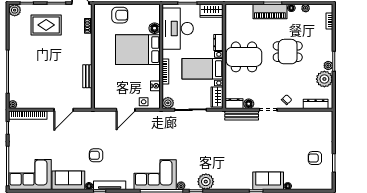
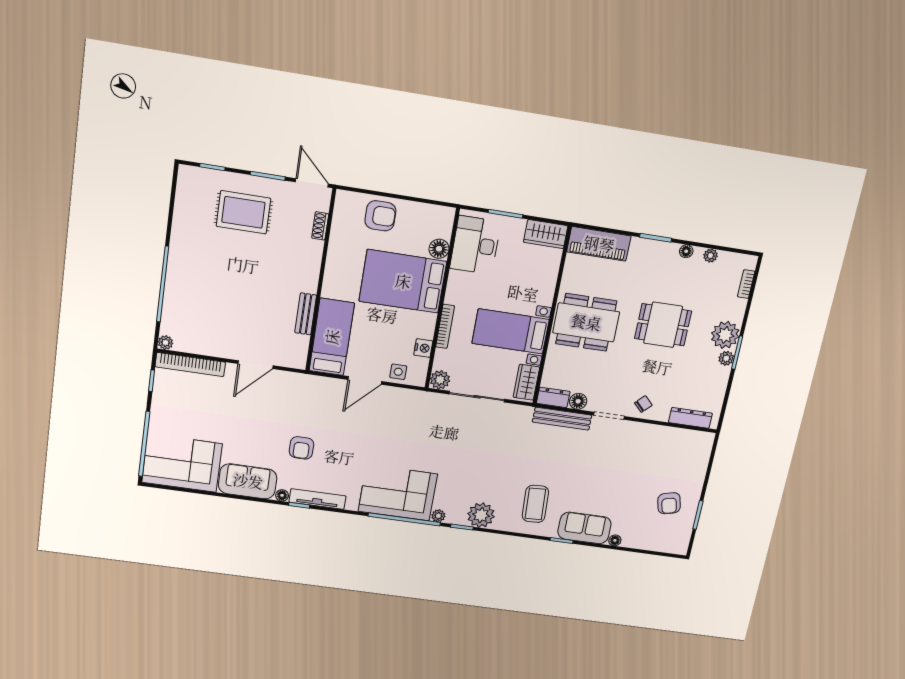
plant: (15, 10) -> (188, 176), removed
piano: (270, 12) -> (599, 244), moved
desk: (178, 29) -> (475, 245), width x0.73, depth x0.77
dresser: (218, 42) -> (547, 291), removed
plant: (324, 79) -> (725, 335), moved
bed: (104, 87) -> (332, 337), added
armchair: (96, 155) -> (301, 448), turned -90
armchair: (315, 158) -> (669, 503), turned -104
coffee table: (236, 170) -> (535, 504), added

